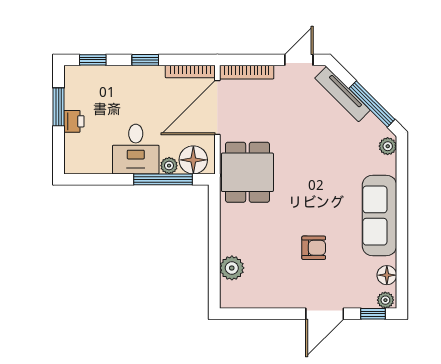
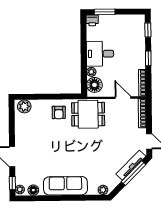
window: (372, 104) -> (134, 173), moved
window: (59, 107) -> (105, 12), moved
door: (217, 107) -> (123, 98), width x0.53
printer: (74, 121) -> (92, 20), moved
window: (163, 179) -> (84, 69), removed
armchair: (314, 248) -> (59, 112), moved
plant: (232, 268) -> (24, 106), moved

